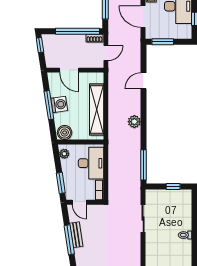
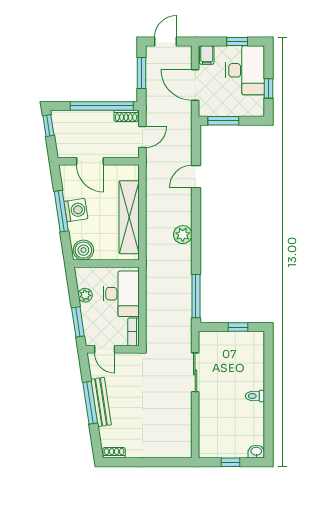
plant: (64, 154) -> (85, 295), moved
bench: (76, 235) -> (101, 402), width x1.36

